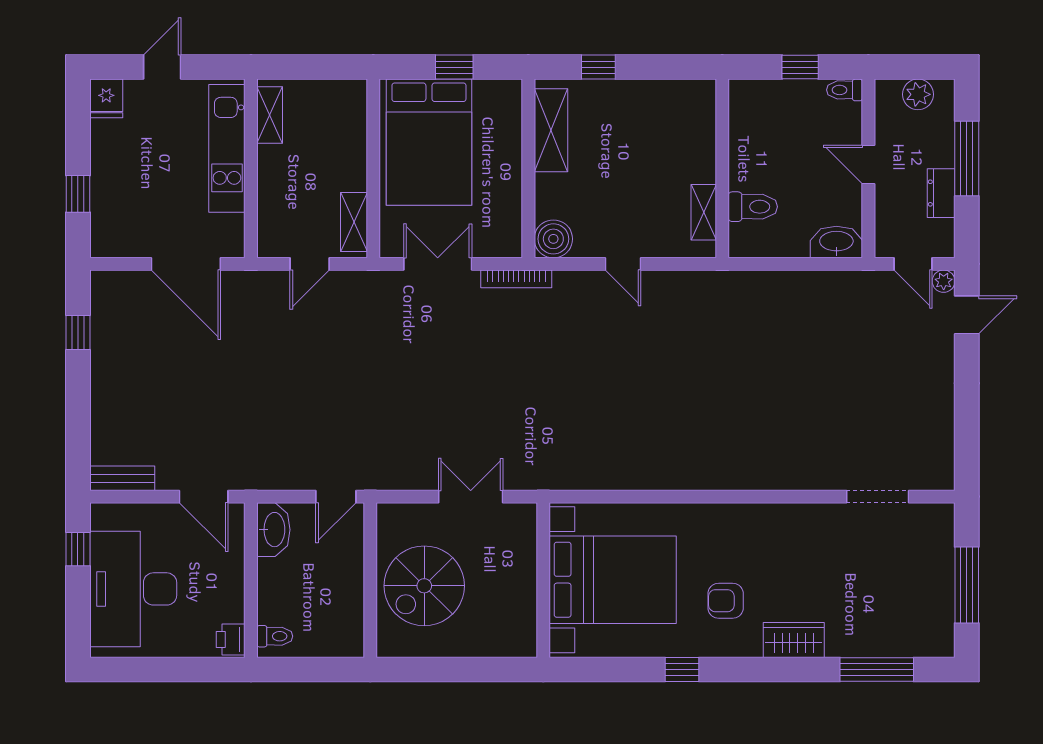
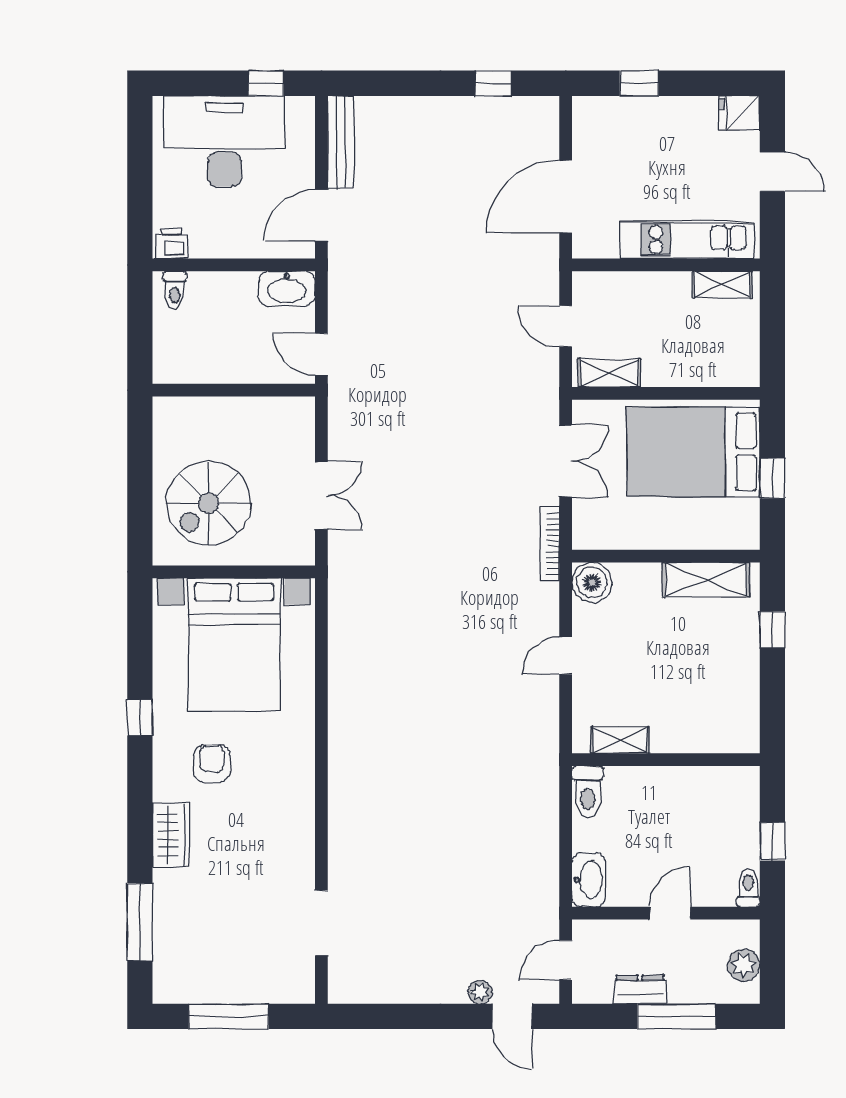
toilet: (753, 207) -> (588, 792), moved
plant: (944, 281) -> (480, 992), moved
bench: (122, 478) -> (341, 142), width x1.36
spiral stairs: (424, 586) -> (209, 503), moved, turned -90

